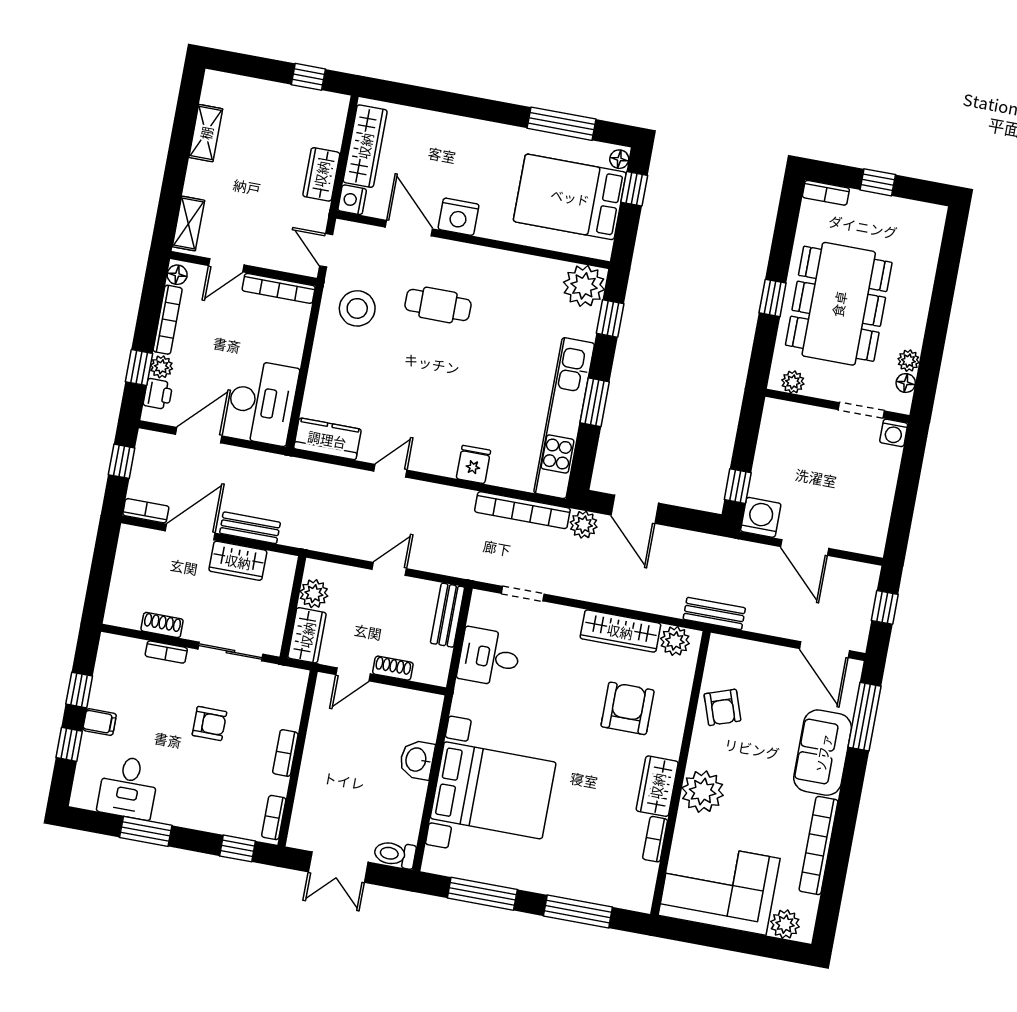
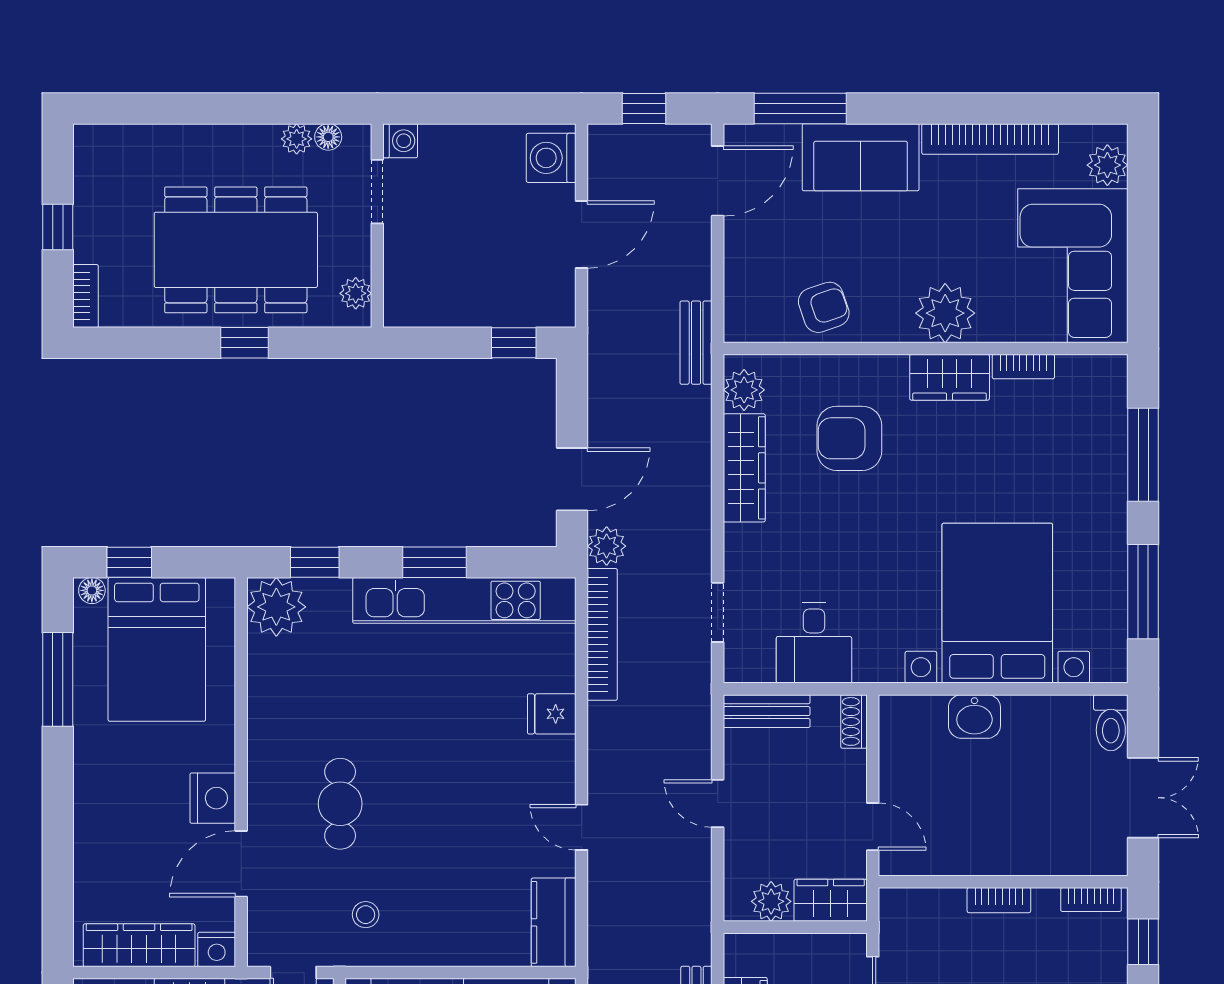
stool: (357, 308) -> (366, 915), width x0.53, depth x0.53
washing machine: (761, 517) -> (551, 158), moved
shoe rack: (393, 668) -> (854, 721), moved

